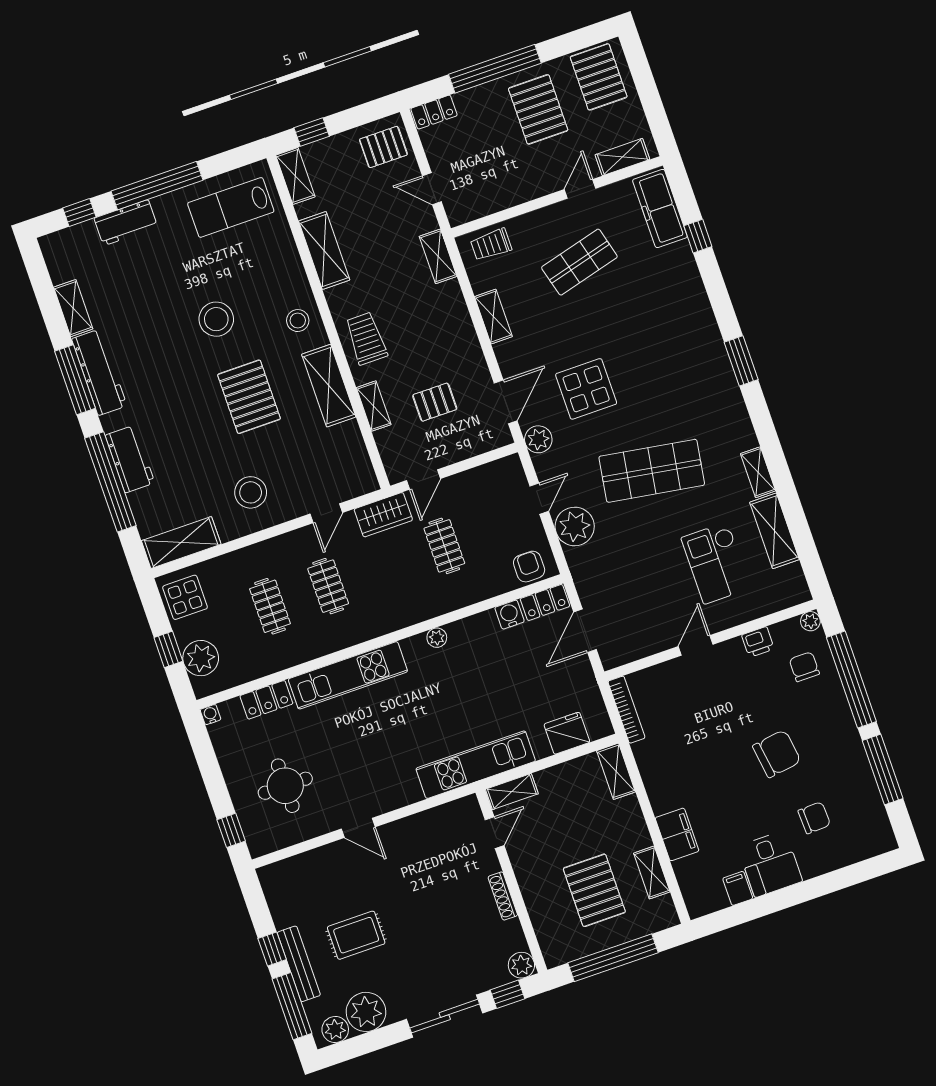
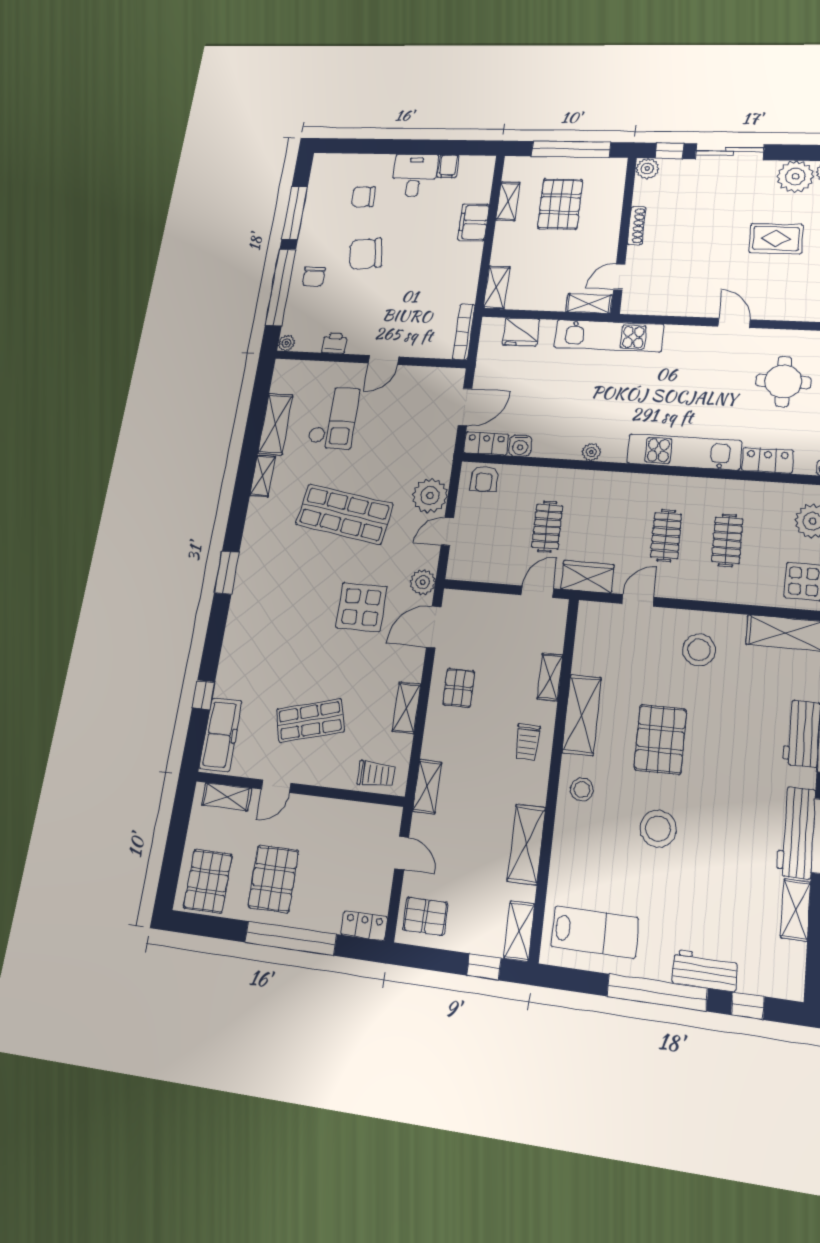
trolley: (366, 338) -> (527, 742), width x0.73, depth x0.72
pallet: (435, 402) -> (459, 688), moved, turned 90
chair: (804, 667) -> (314, 277), moved

